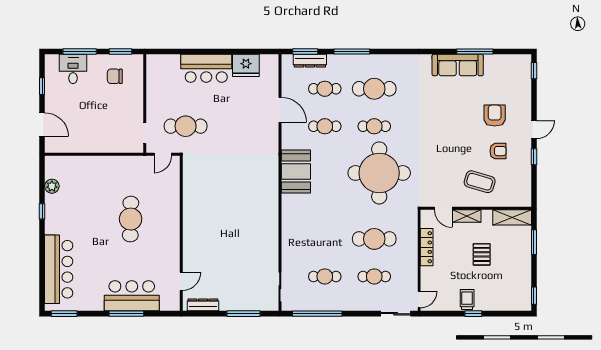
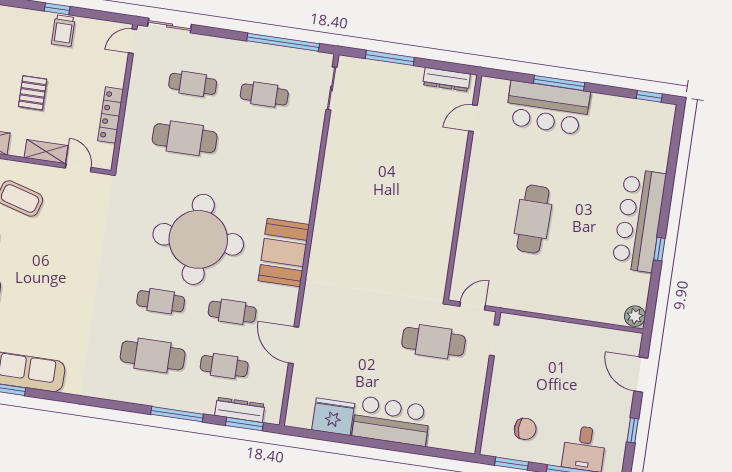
round table: (379, 173) -> (198, 239), moved
plant: (52, 186) -> (635, 316), moved
bar counter: (59, 269) -> (639, 220), moved
window: (64, 314) -> (649, 96), width x0.67

